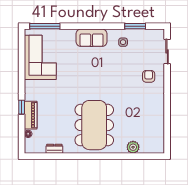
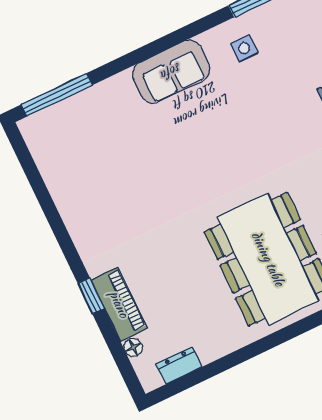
corner sofa: (40, 57) -> (80, 168), removed
dresser: (54, 149) -> (179, 366), moved

